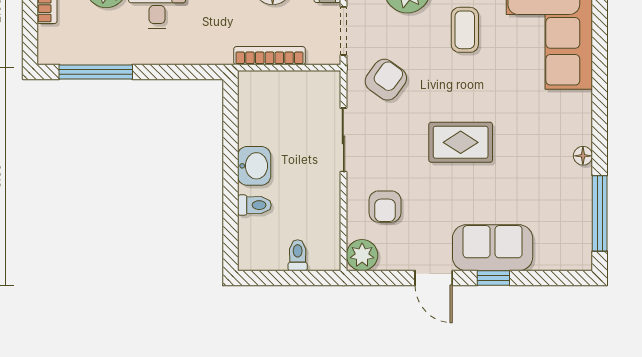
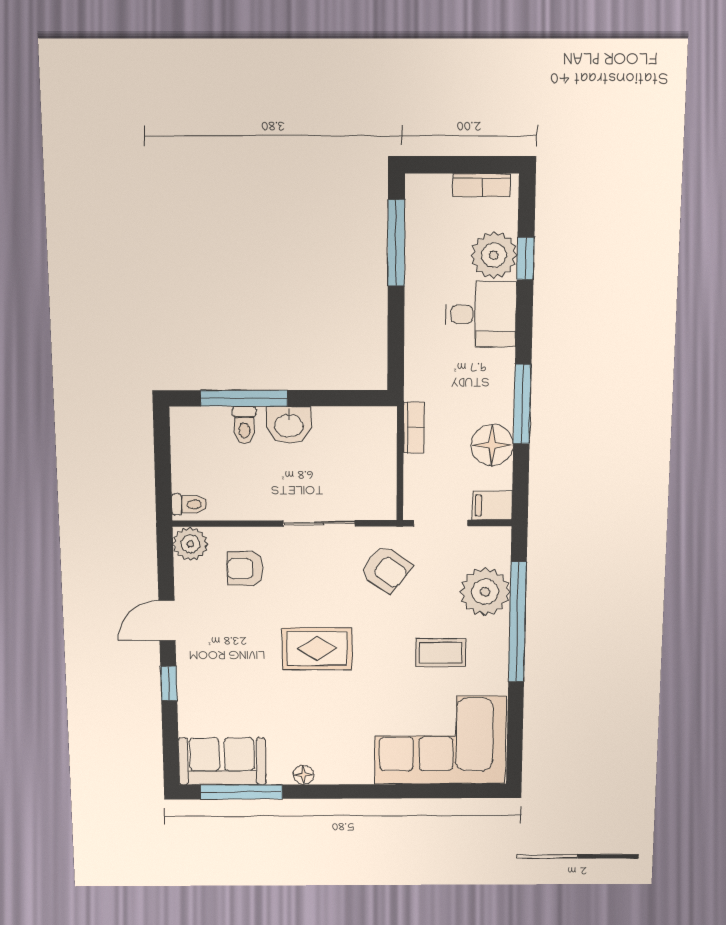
bookcase: (270, 56) -> (414, 427), width x0.64
rug: (461, 142) -> (317, 649), turned 90
window: (230, 205) -> (244, 398), added
sofa: (493, 248) -> (222, 761), moved, turned -90
toilet: (298, 255) -> (189, 504), moved

